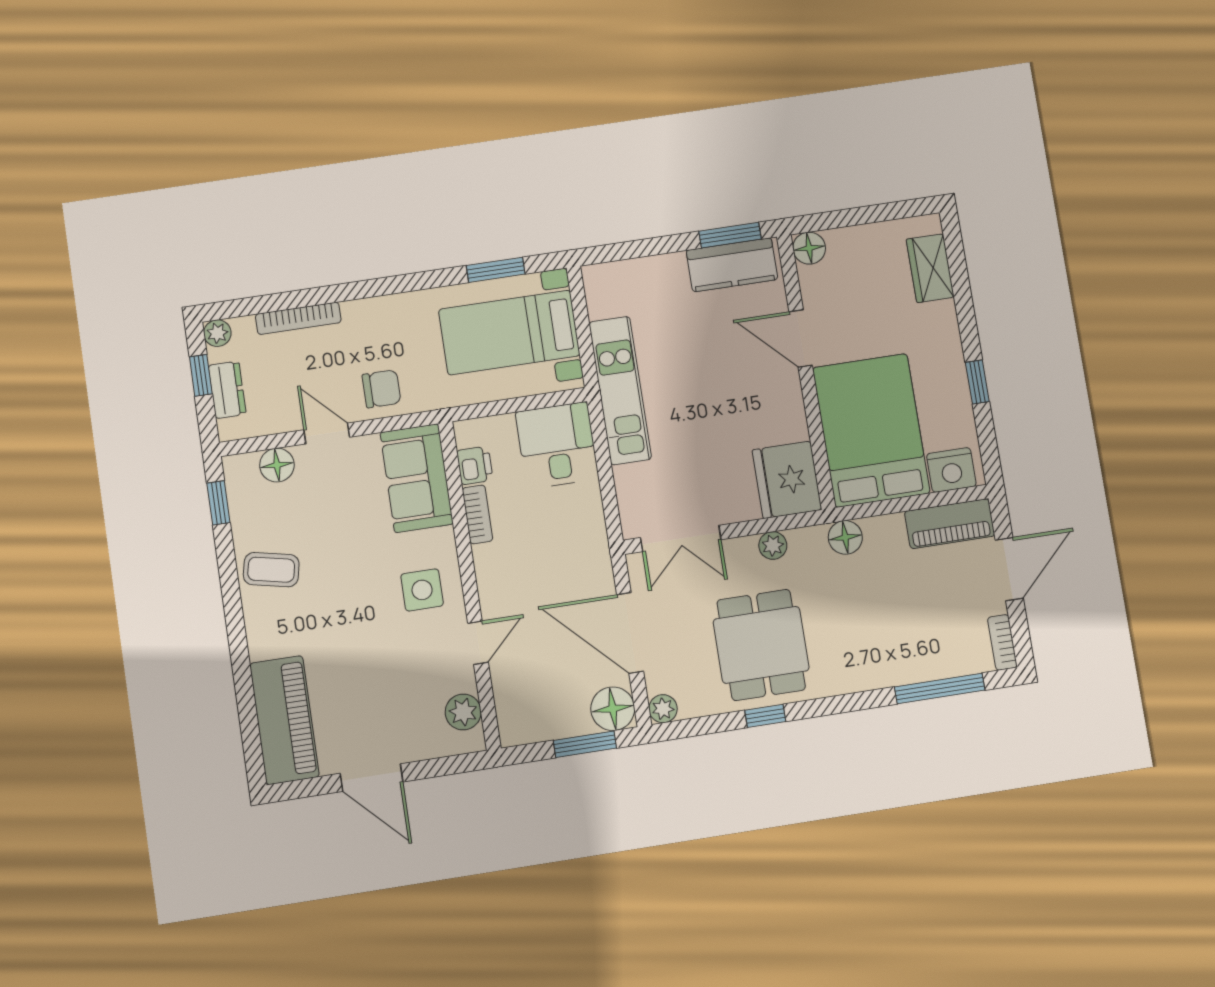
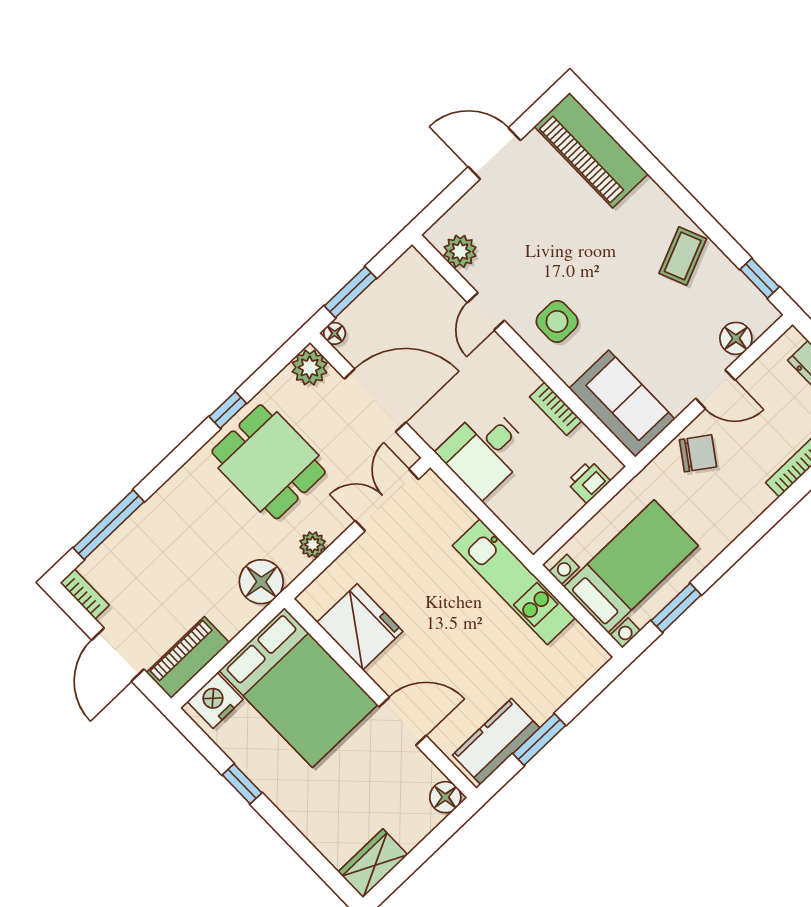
window: (730, 235) -> (539, 739), moved
wardrobe: (930, 268) -> (373, 863), moved, turned -90
chair: (382, 389) -> (698, 453), turned -145
desk: (557, 445) -> (484, 451), moved, turned 90
printer: (475, 465) -> (588, 482), moved, turned 90
fridge: (787, 480) -> (360, 627), moved
floor lamp: (845, 537) -> (261, 582), width x1.38, depth x1.38
coffee table: (271, 570) -> (683, 256), turned -35
floor lamp: (613, 709) -> (334, 333), width x0.53, depth x0.53
plant: (663, 709) -> (310, 368), width x1.38, depth x1.38

